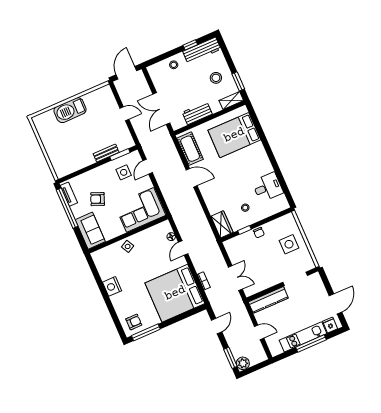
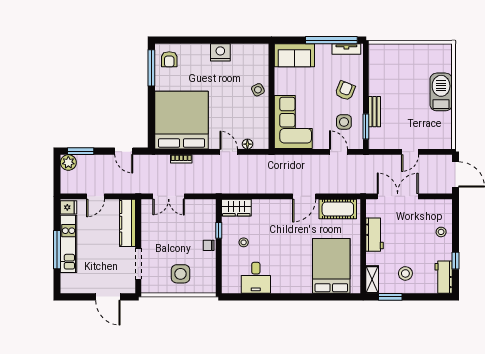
workbench: (202, 50) -> (444, 277), width x0.73
armchair: (98, 199) -> (345, 91), moved
door: (335, 304) -> (108, 297), moved
fridge: (330, 325) -> (69, 207), moved

